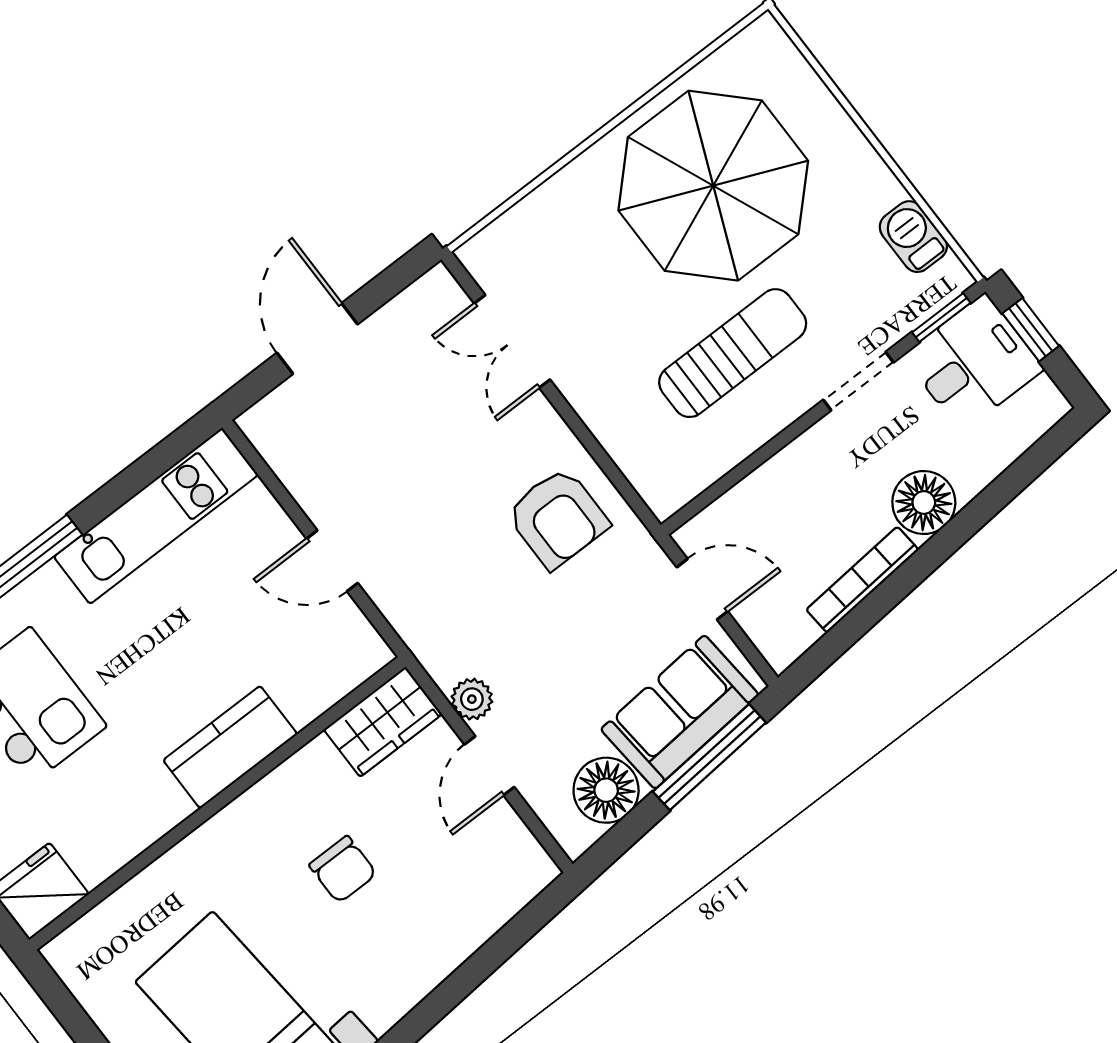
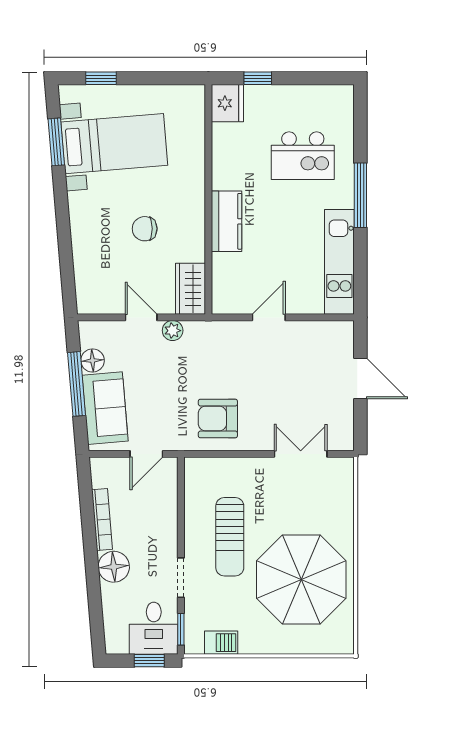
window: (709, 757) -> (77, 384), moved
floor lamp: (606, 790) -> (93, 360), width x0.73, depth x0.73

